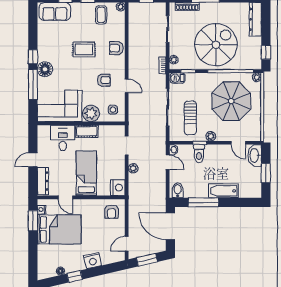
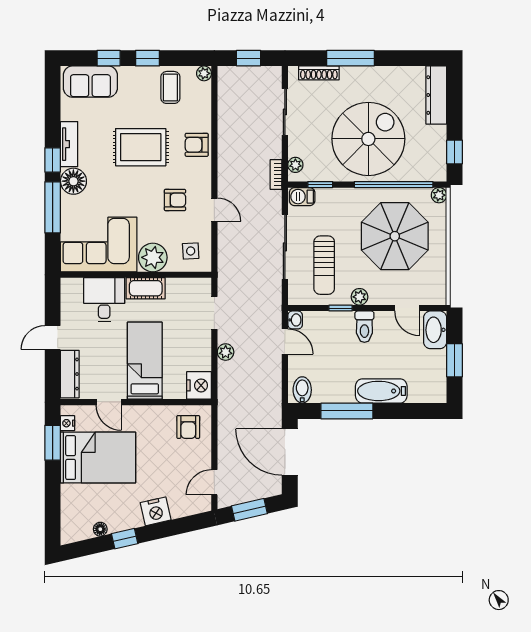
tv unit: (42, 48) -> (69, 144), added
rug: (84, 49) -> (141, 147), width x1.36, depth x1.43
toilet: (199, 154) -> (364, 327), moved

